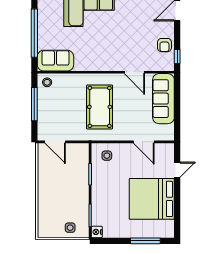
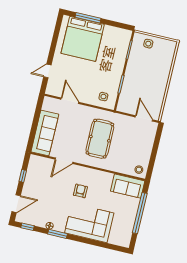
armchair: (164, 45) -> (80, 191), moved
window: (177, 57) -> (23, 176), moved
door: (134, 72) -> (64, 161), swing flipped
window: (34, 104) -> (154, 154), removed
bed: (152, 199) -> (83, 39), moved, turned 90
nightstand: (97, 232) -> (127, 35), removed

